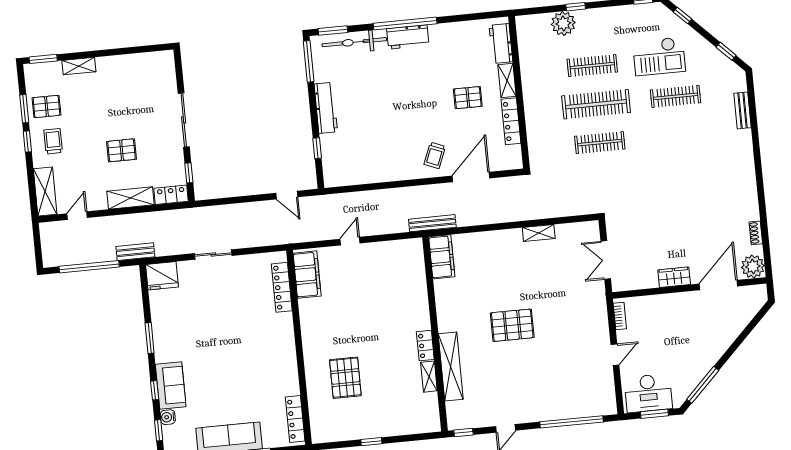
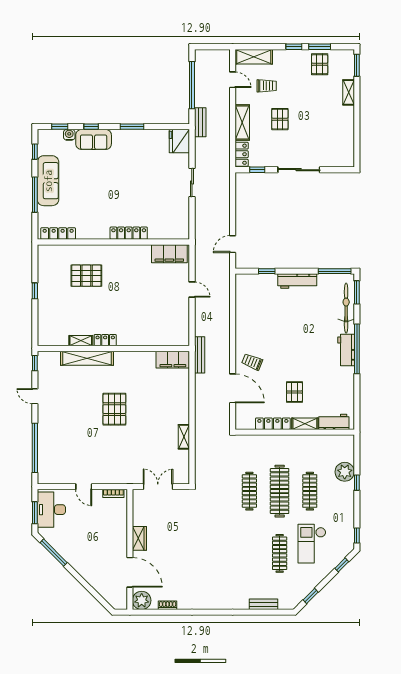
trolley: (53, 141) -> (267, 86), moved
locker: (282, 287) -> (129, 233), moved

